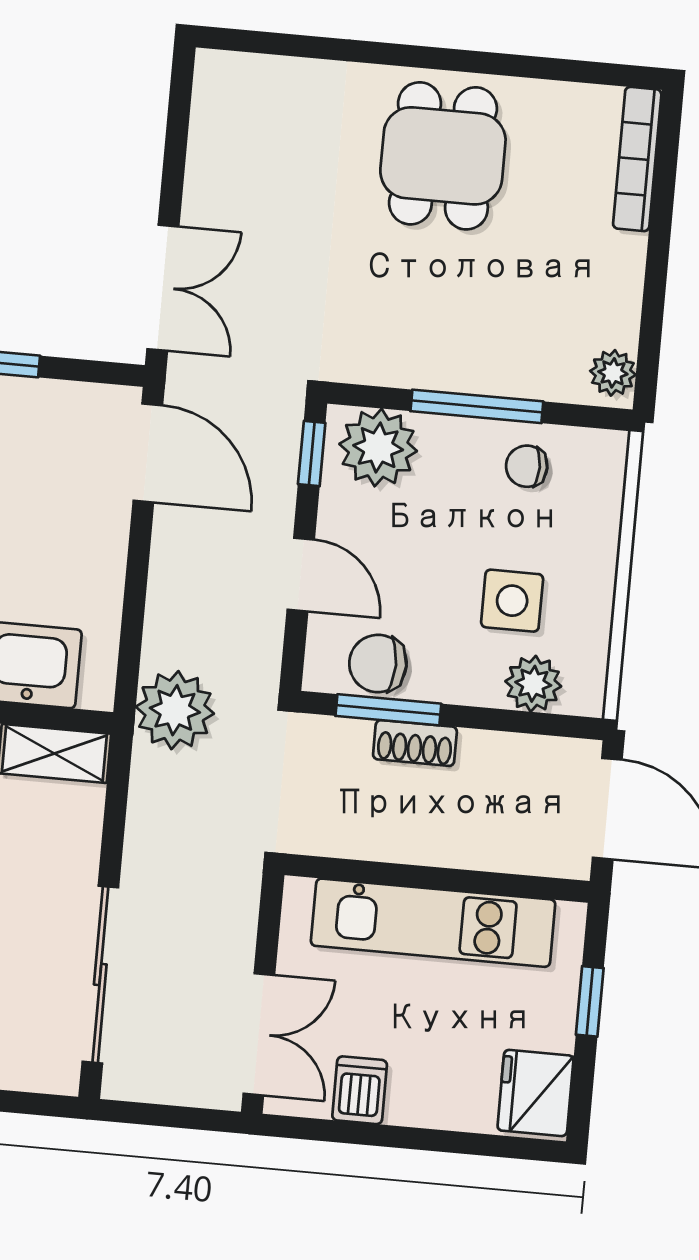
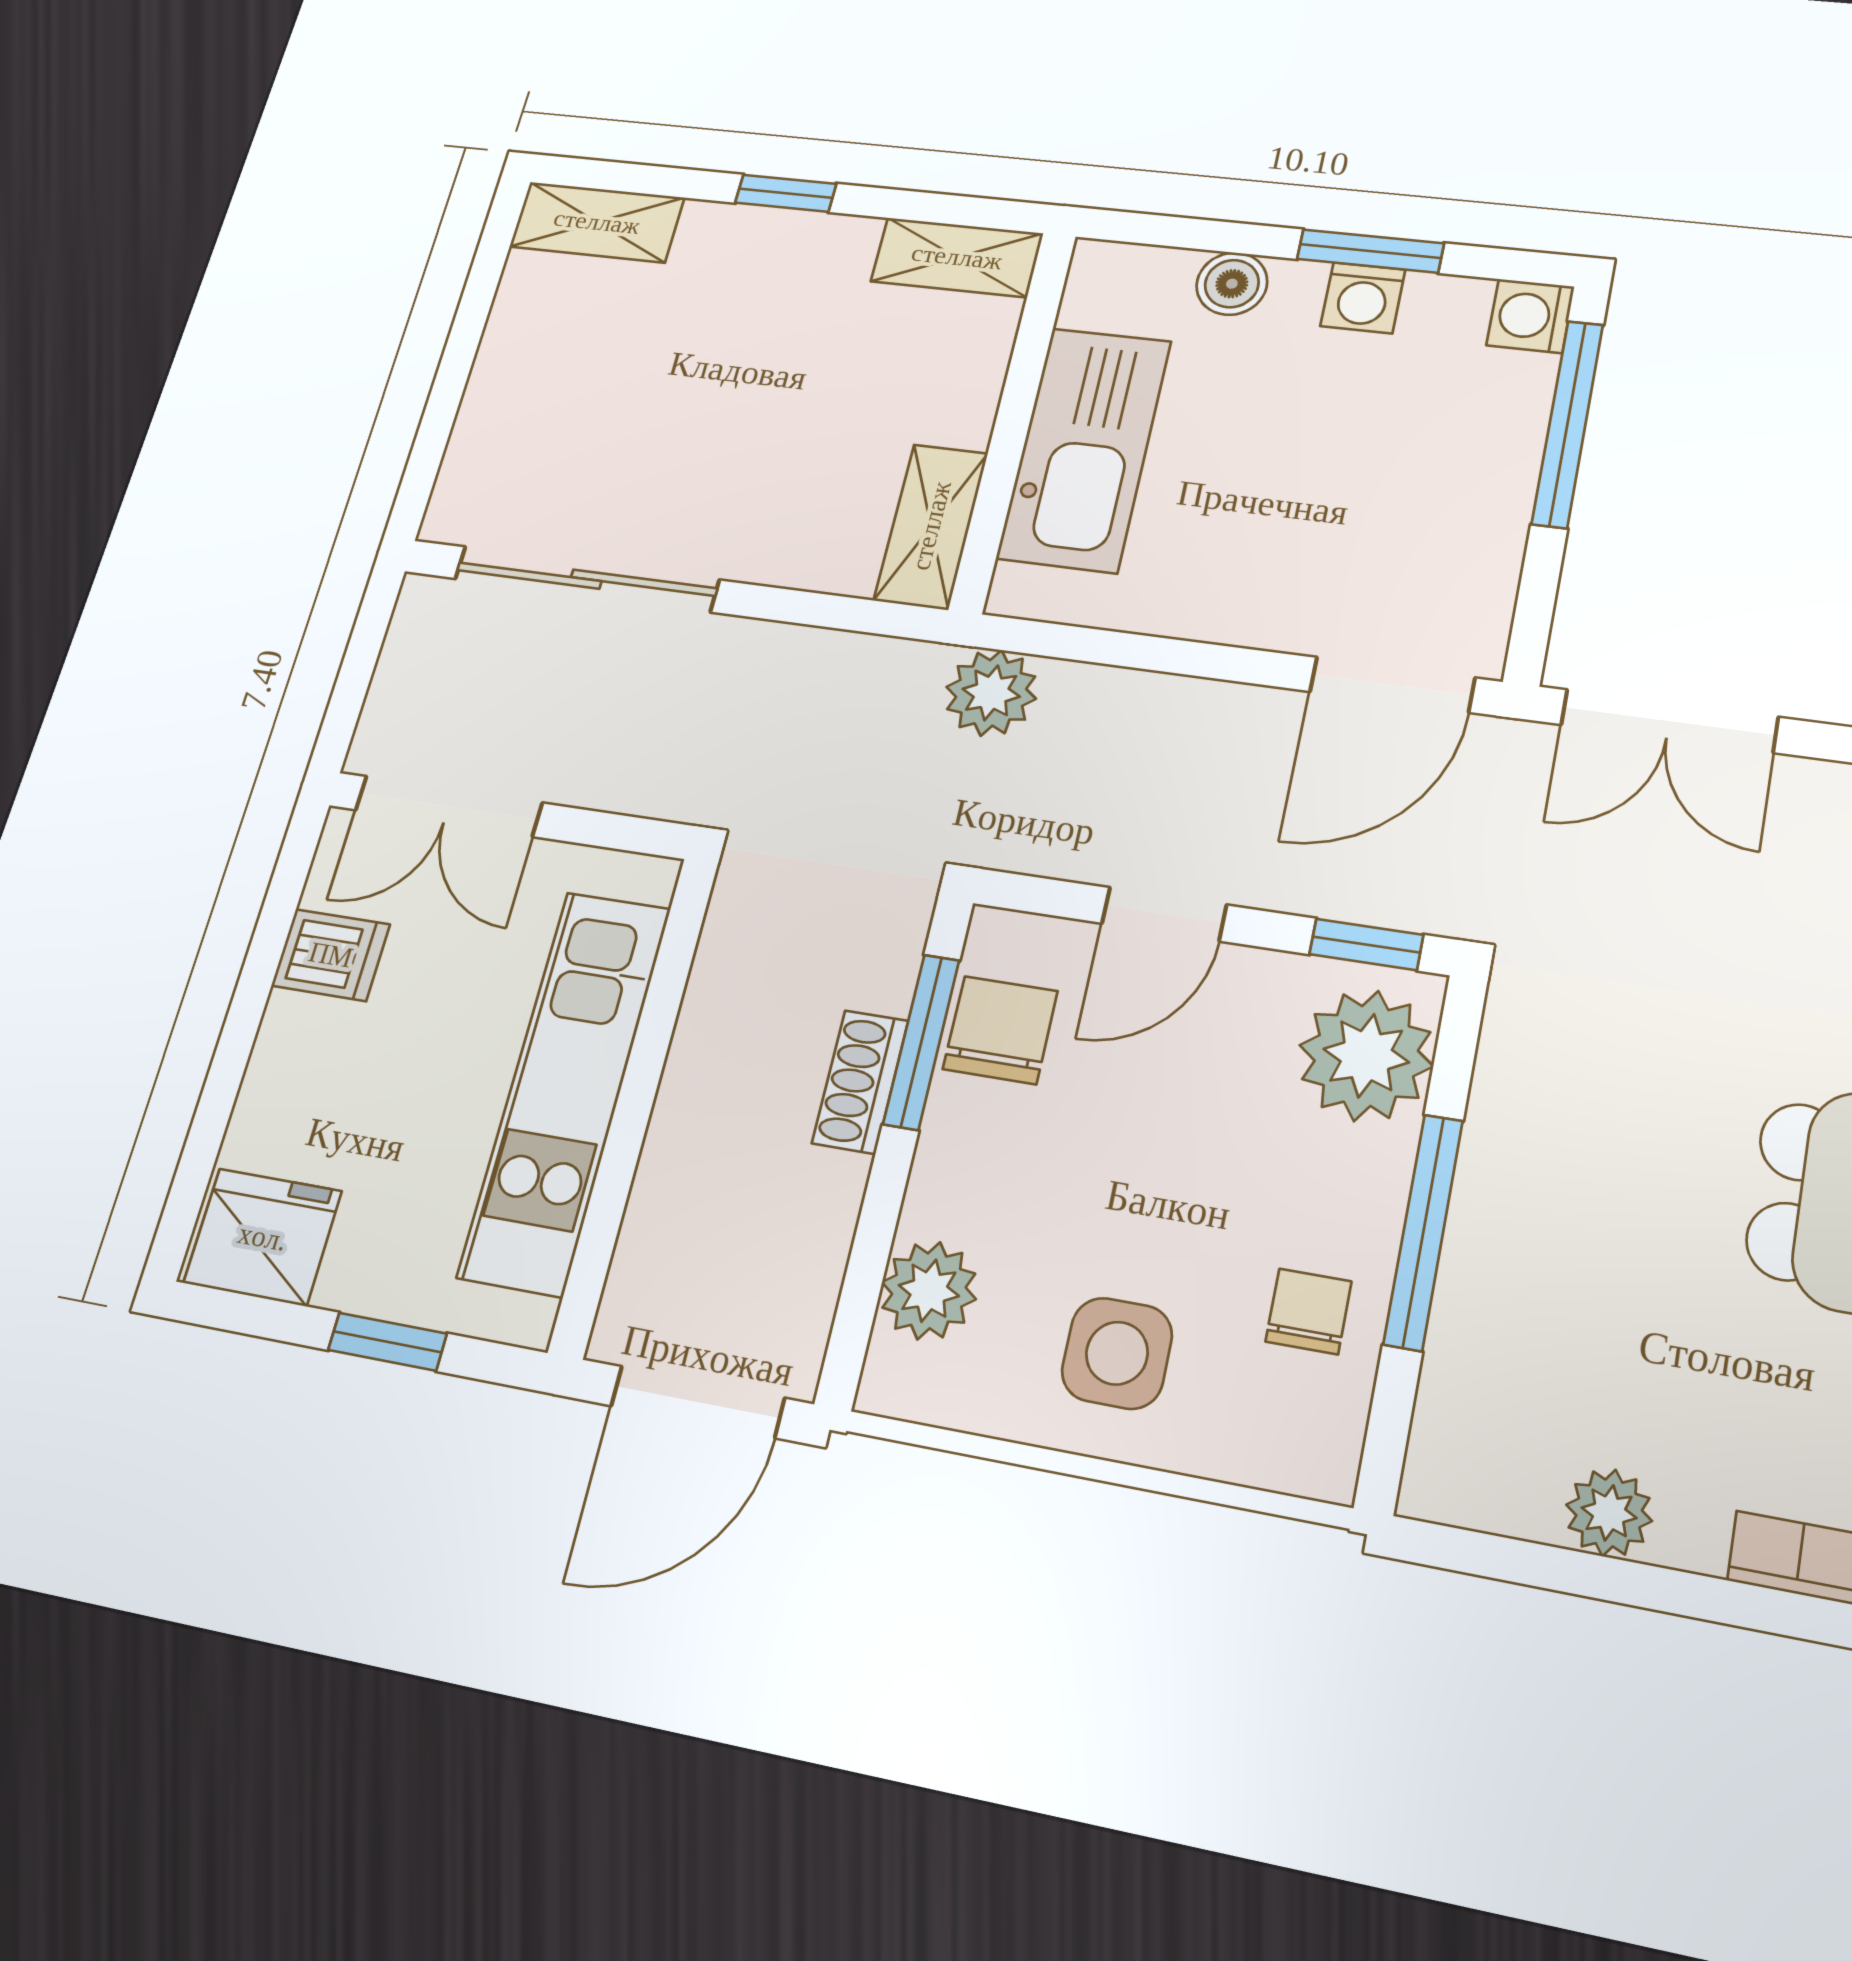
plant: (613, 373) -> (1609, 1513), moved
side table: (512, 601) -> (1117, 1353), moved
plant: (175, 710) -> (991, 693), width x0.73, depth x0.73

